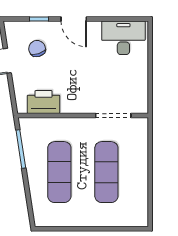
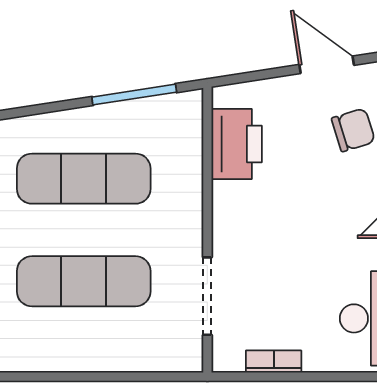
bookcase: (143, 85) -> (274, 362), added

